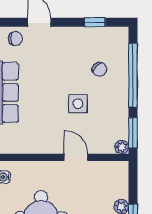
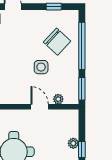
chair: (99, 69) -> (57, 42), width x1.87, depth x1.87
plant: (122, 147) -> (58, 99), moved

